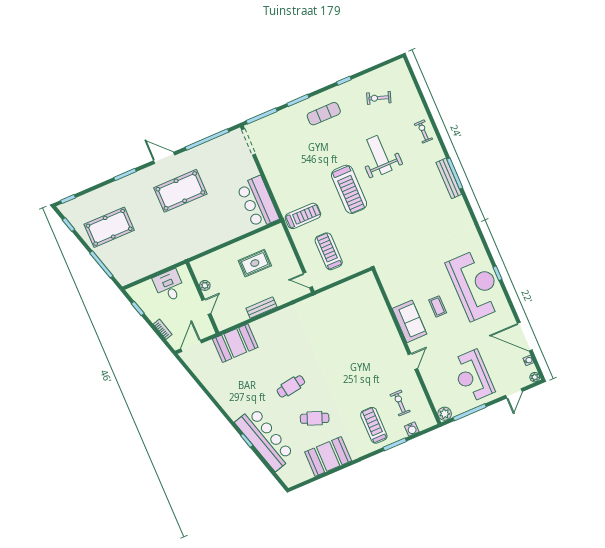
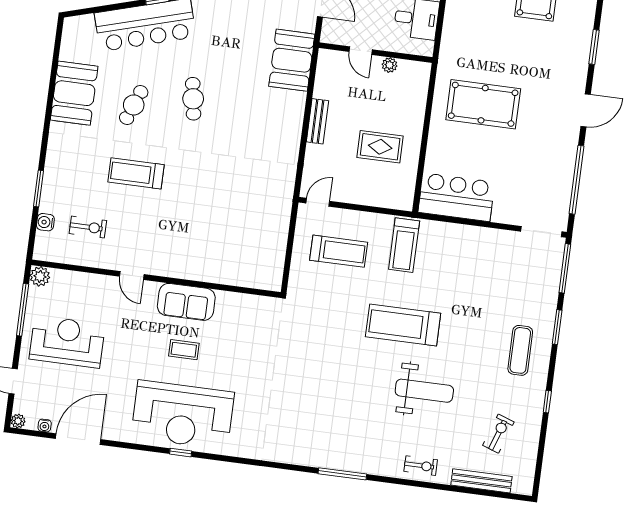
bench: (449, 178) -> (481, 481), moved
pool table: (180, 191) -> (483, 104), moved, turned 90
rug: (255, 263) -> (380, 147), turned 90
treadmill: (374, 425) -> (136, 173), moved, turned 180

